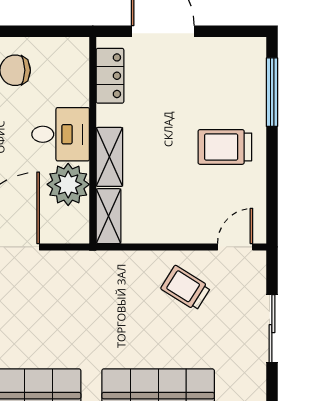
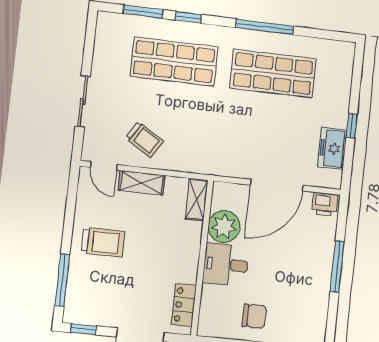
window: (237, 31) -> (84, 329), added
shelving: (109, 157) -> (142, 183), moved, turned 90
door: (235, 247) -> (104, 166), hinge flipped

